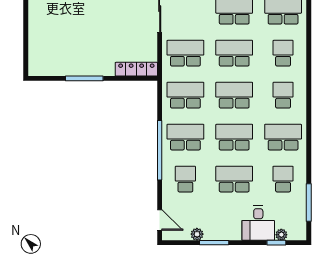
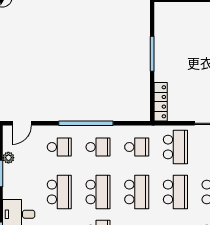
school desk: (185, 95) -> (137, 147), width x0.54
school desk: (185, 137) -> (98, 147), width x0.54

